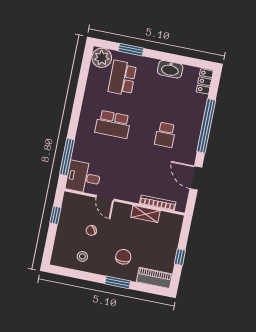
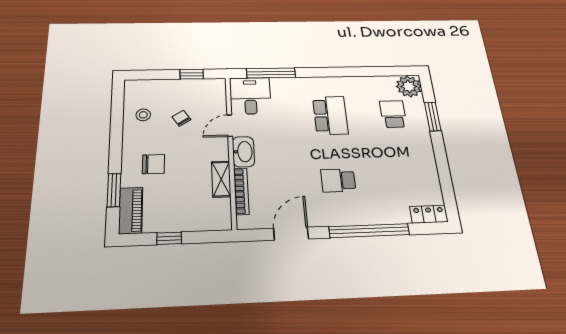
washbasin: (170, 69) -> (243, 152), moved, turned 180
school desk: (122, 78) -> (393, 114), width x0.54
school desk: (113, 124) -> (330, 115), turned 180
window: (118, 282) -> (114, 190), moved

